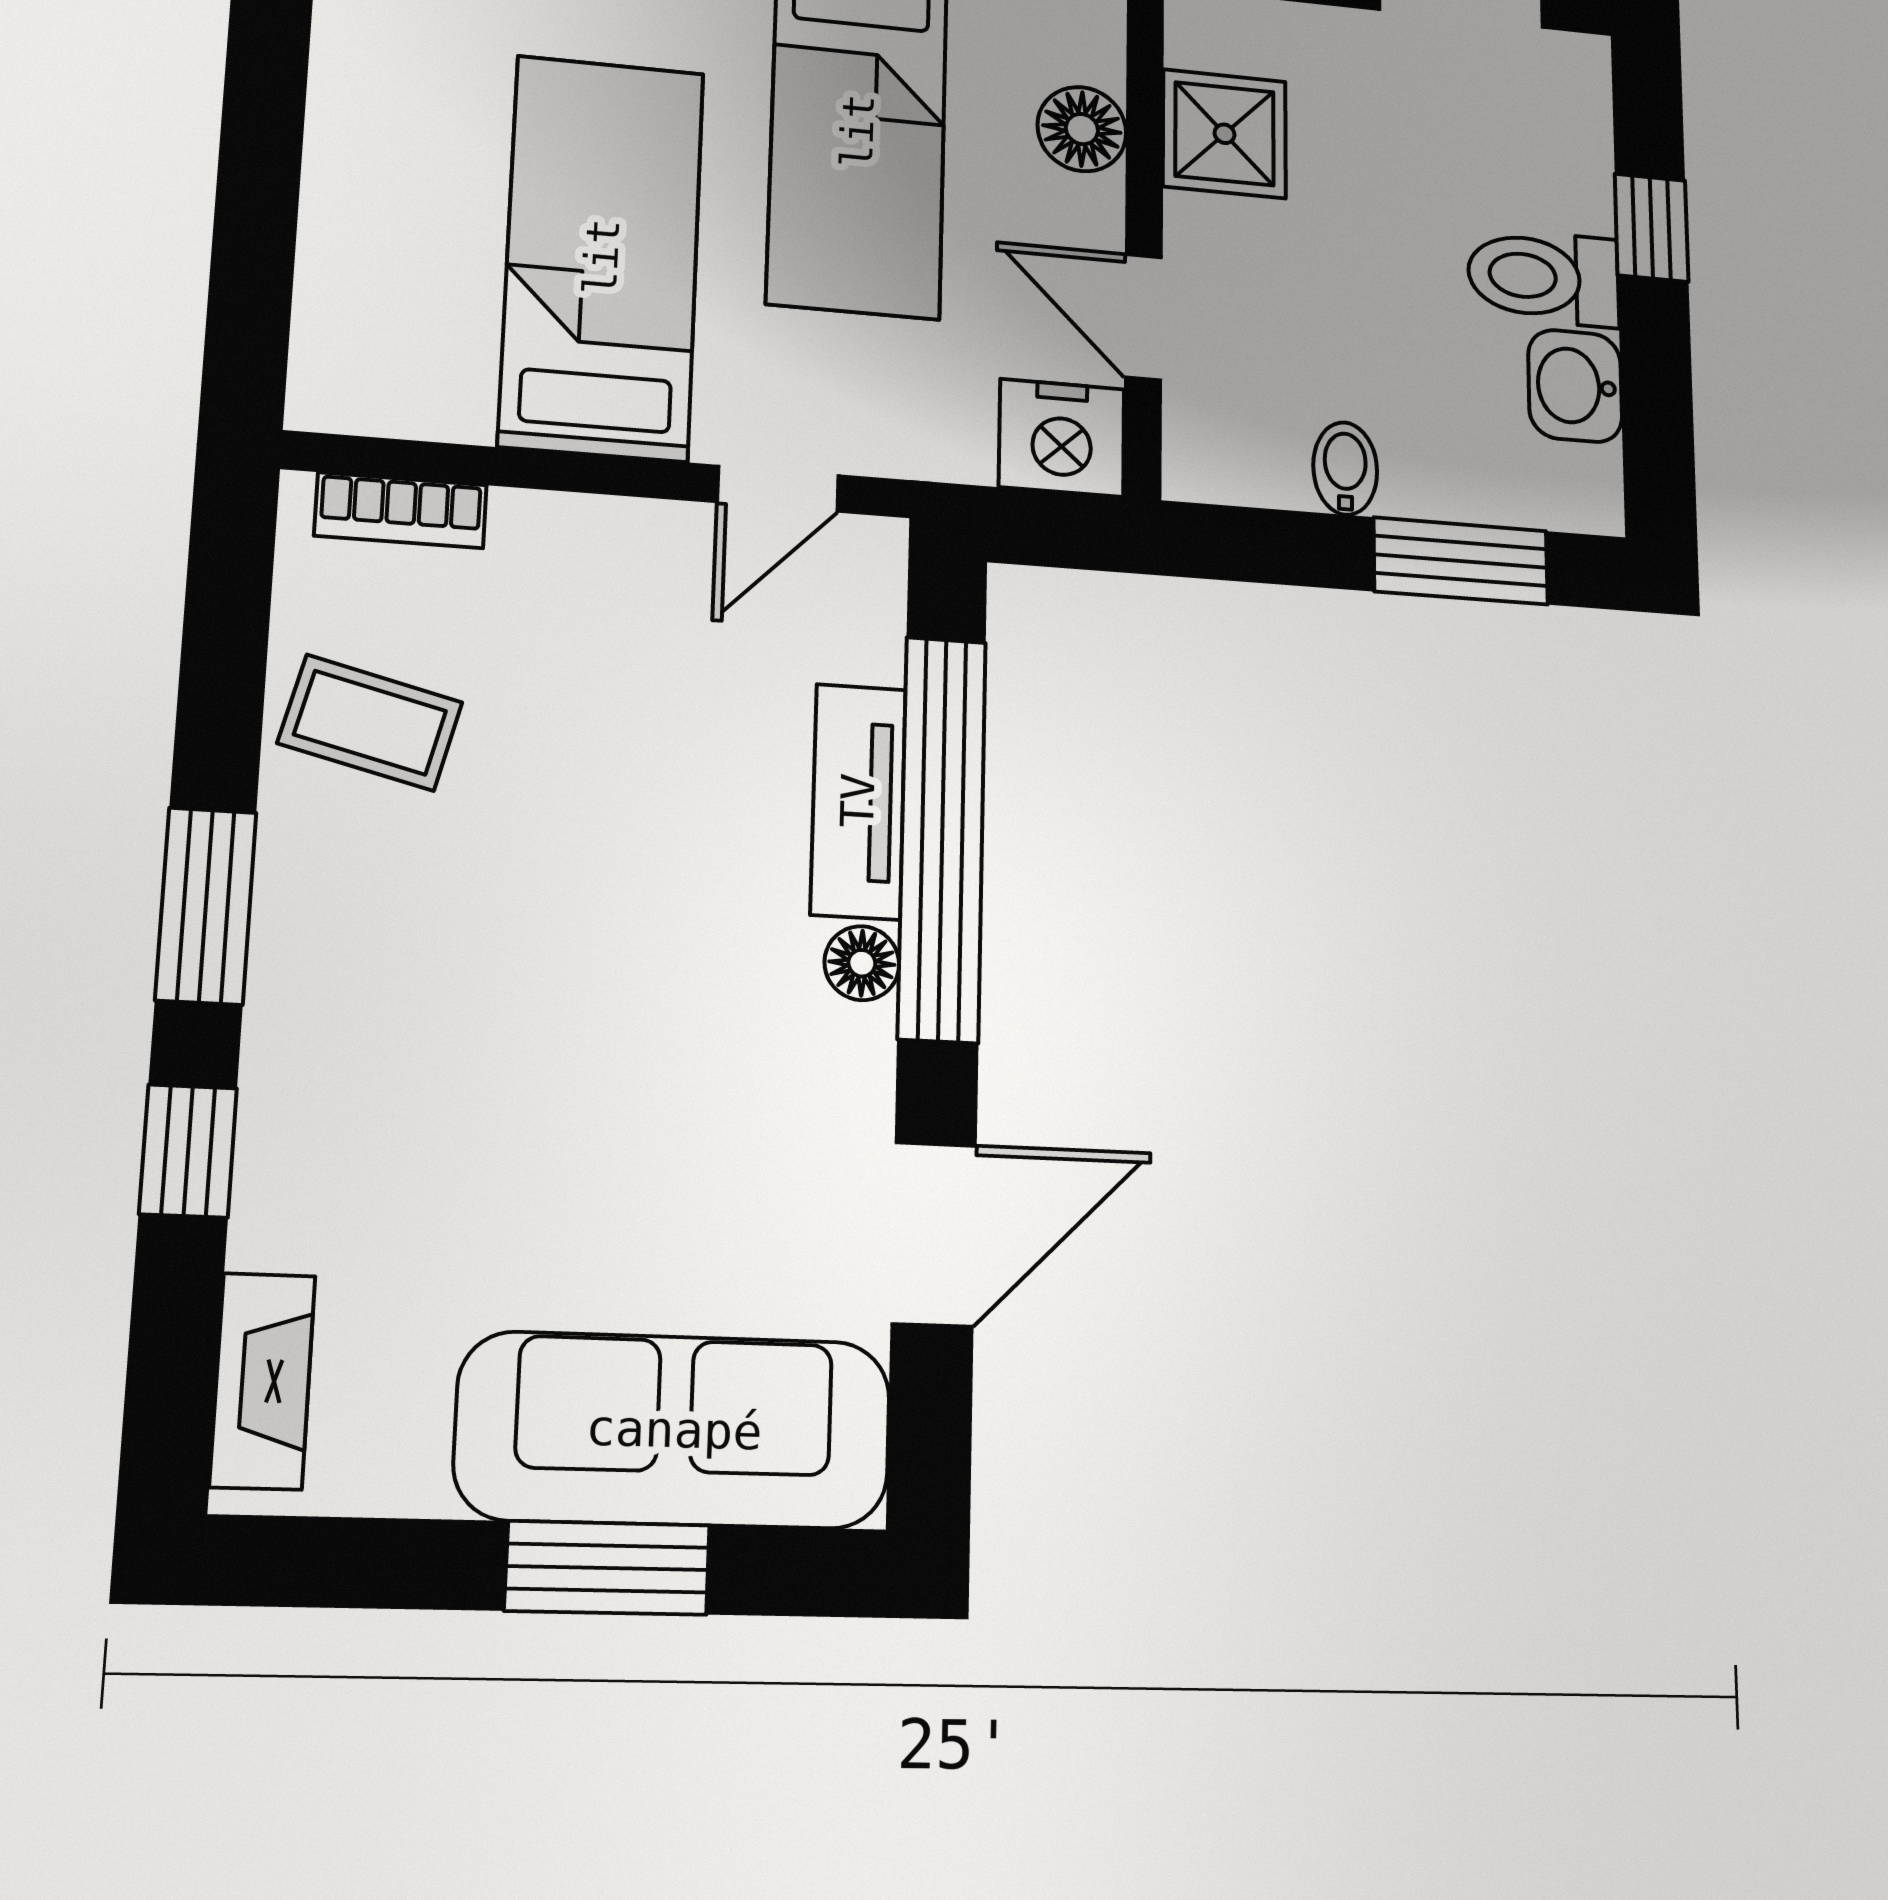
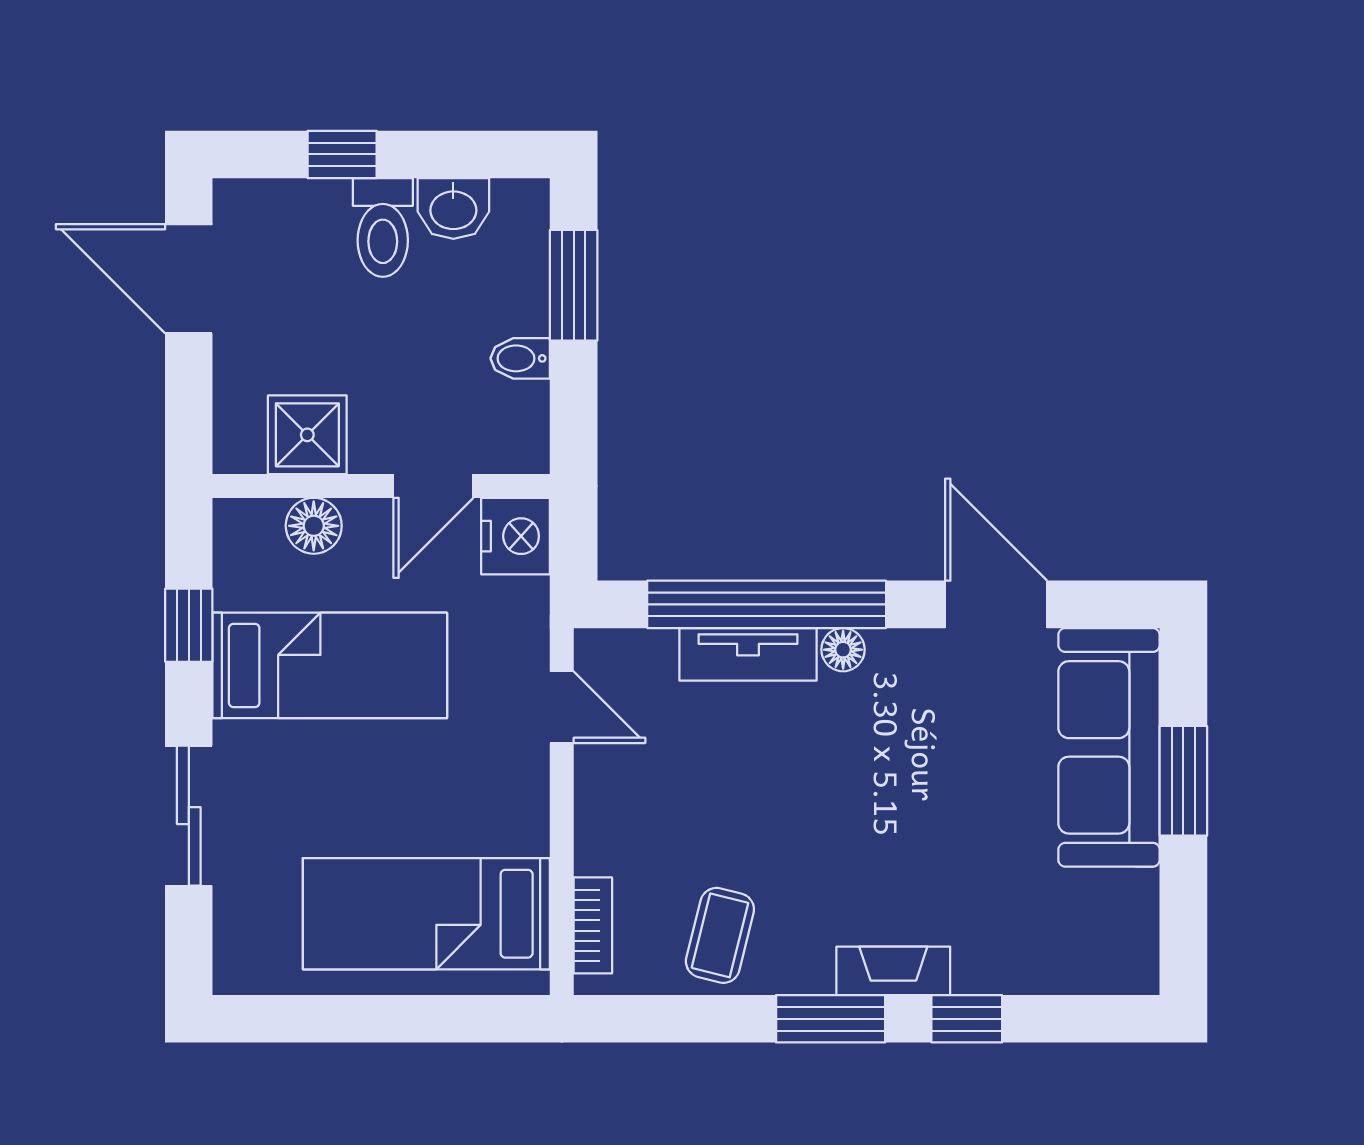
bed: (602, 257) -> (426, 914), moved
fireplace: (263, 1381) -> (893, 971), moved

